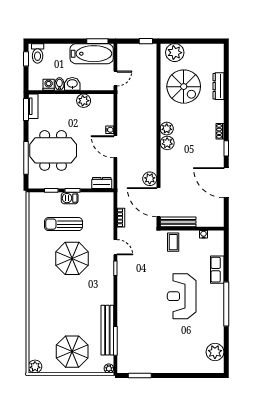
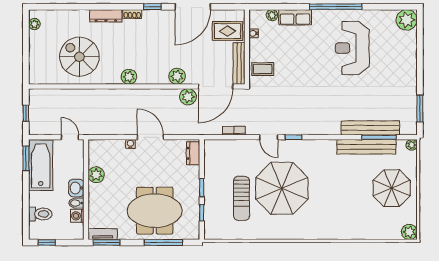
window: (146, 41) -> (26, 113), moved
toilet: (38, 53) -> (40, 214), moved
plant: (175, 53) -> (34, 24), moved, width x0.53, depth x0.53
dresser: (218, 86) -> (106, 16), moved
spiral stairs: (184, 87) -> (79, 57), turned -90
plant: (167, 143) -> (177, 76), moved
door: (115, 147) -> (150, 137), swing flipped
meeting table: (53, 150) -> (155, 211), turned 90
barbecue: (70, 198) -> (211, 191), removed
rug: (205, 212) -> (227, 31), added
door: (115, 247) -> (269, 137), swing flipped
plant: (219, 250) -> (272, 15), added
parasol: (72, 258) -> (282, 188), width x1.36, depth x1.36
reception desk: (182, 296) -> (352, 48), moved, turned 90
bench: (123, 333) -> (370, 128), added
plant: (215, 352) -> (407, 20), moved

